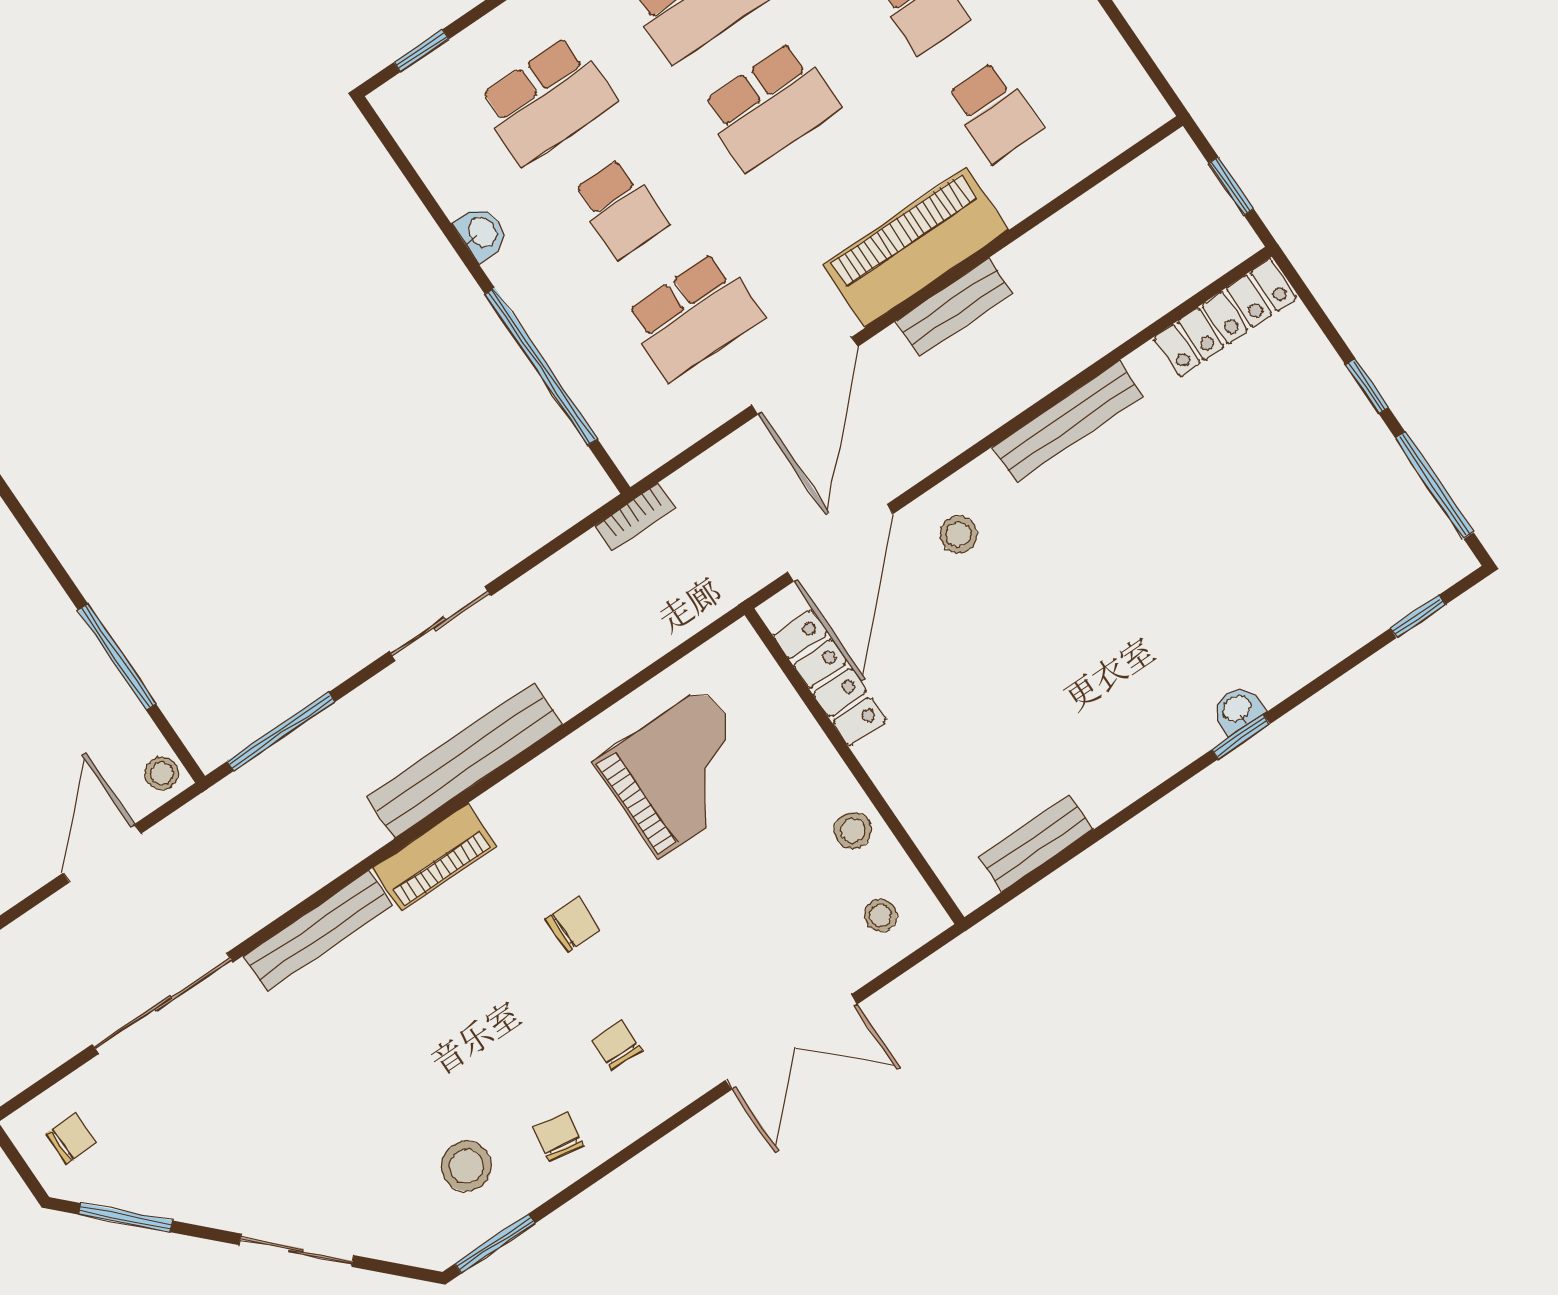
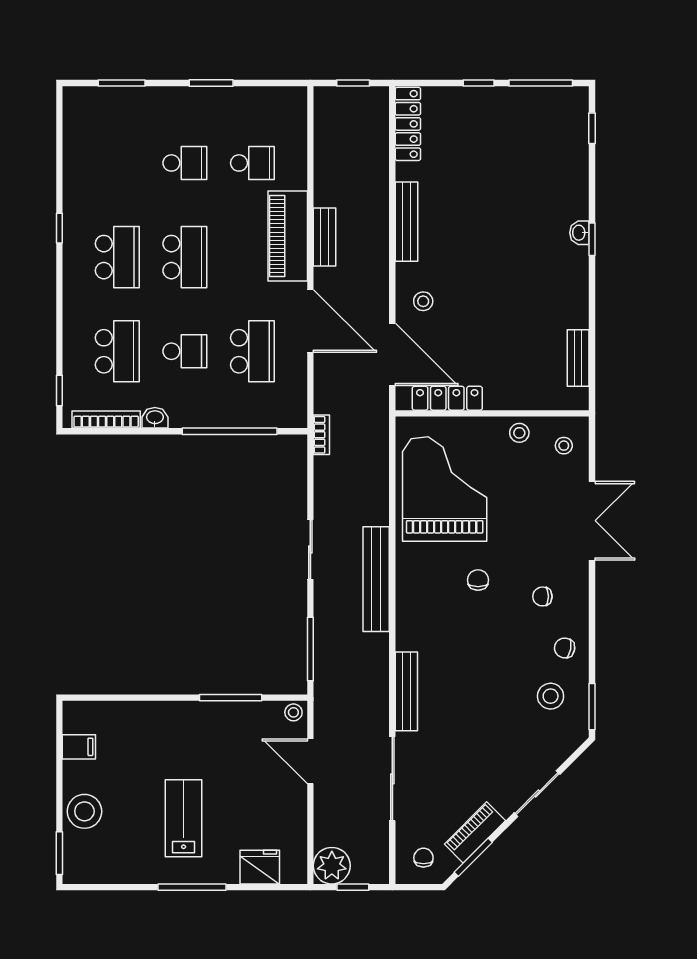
bookcase: (426, 157) -> (106, 420), added
grand piano: (682, 772) -> (445, 489), width x1.37, depth x1.48
piano: (434, 857) -> (475, 832), moved, turned -135

